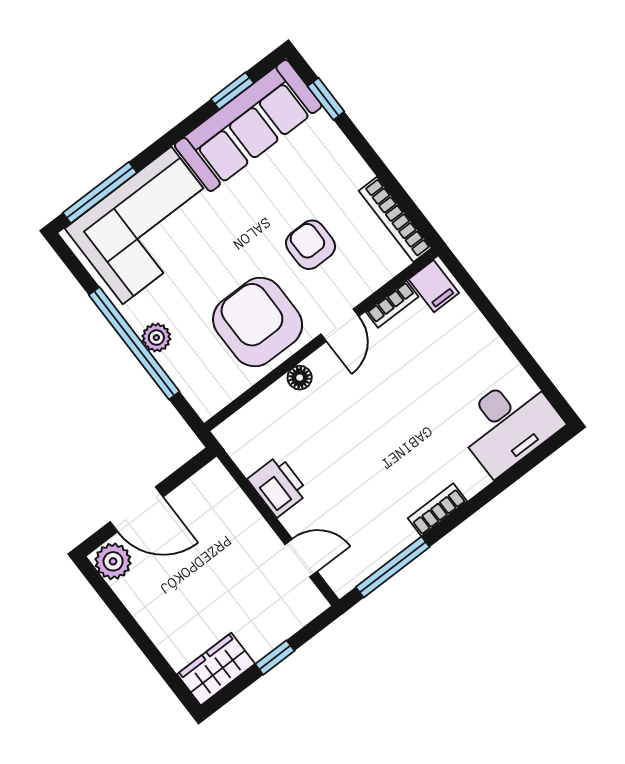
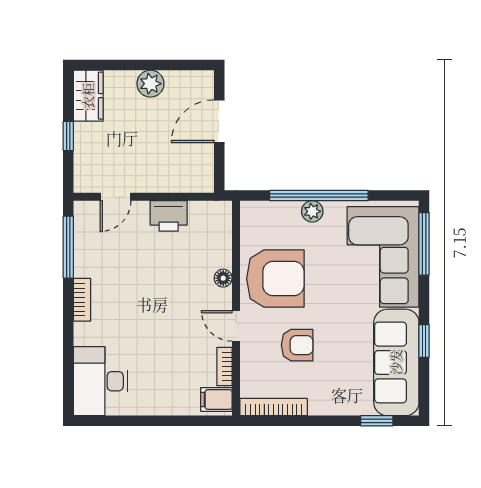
window: (232, 91) -> (424, 341), moved
plant: (113, 561) -> (150, 84), moved

